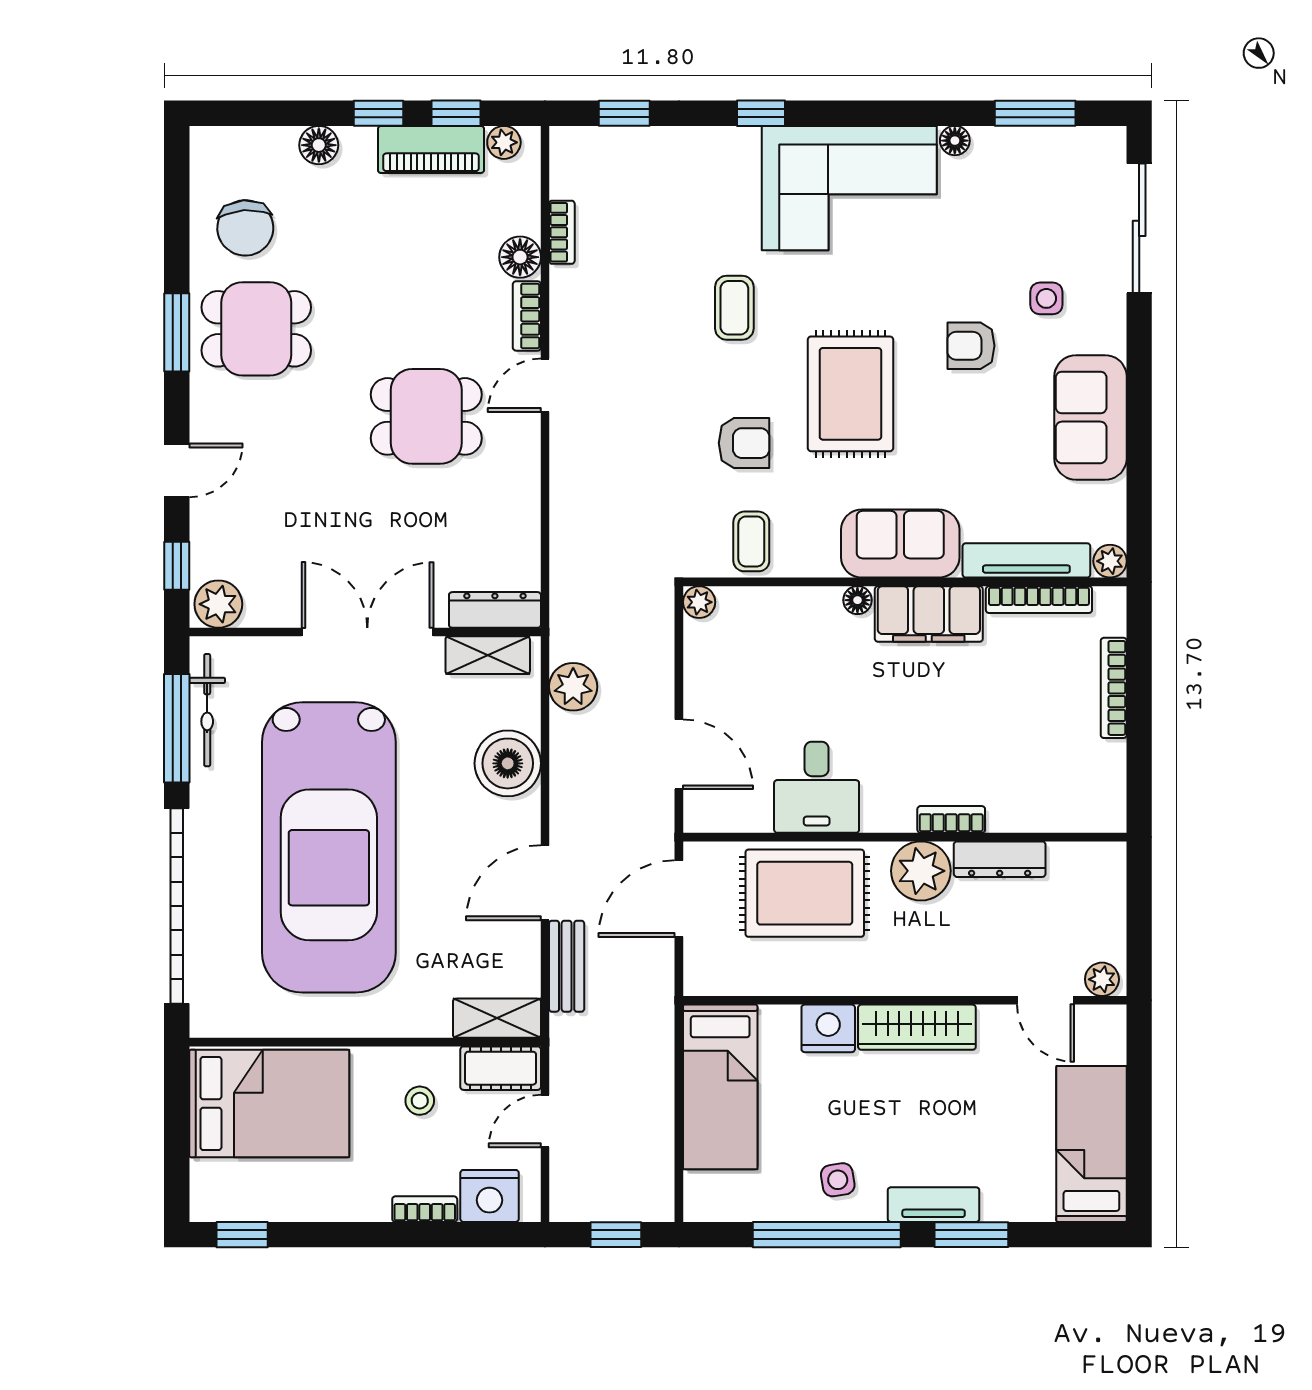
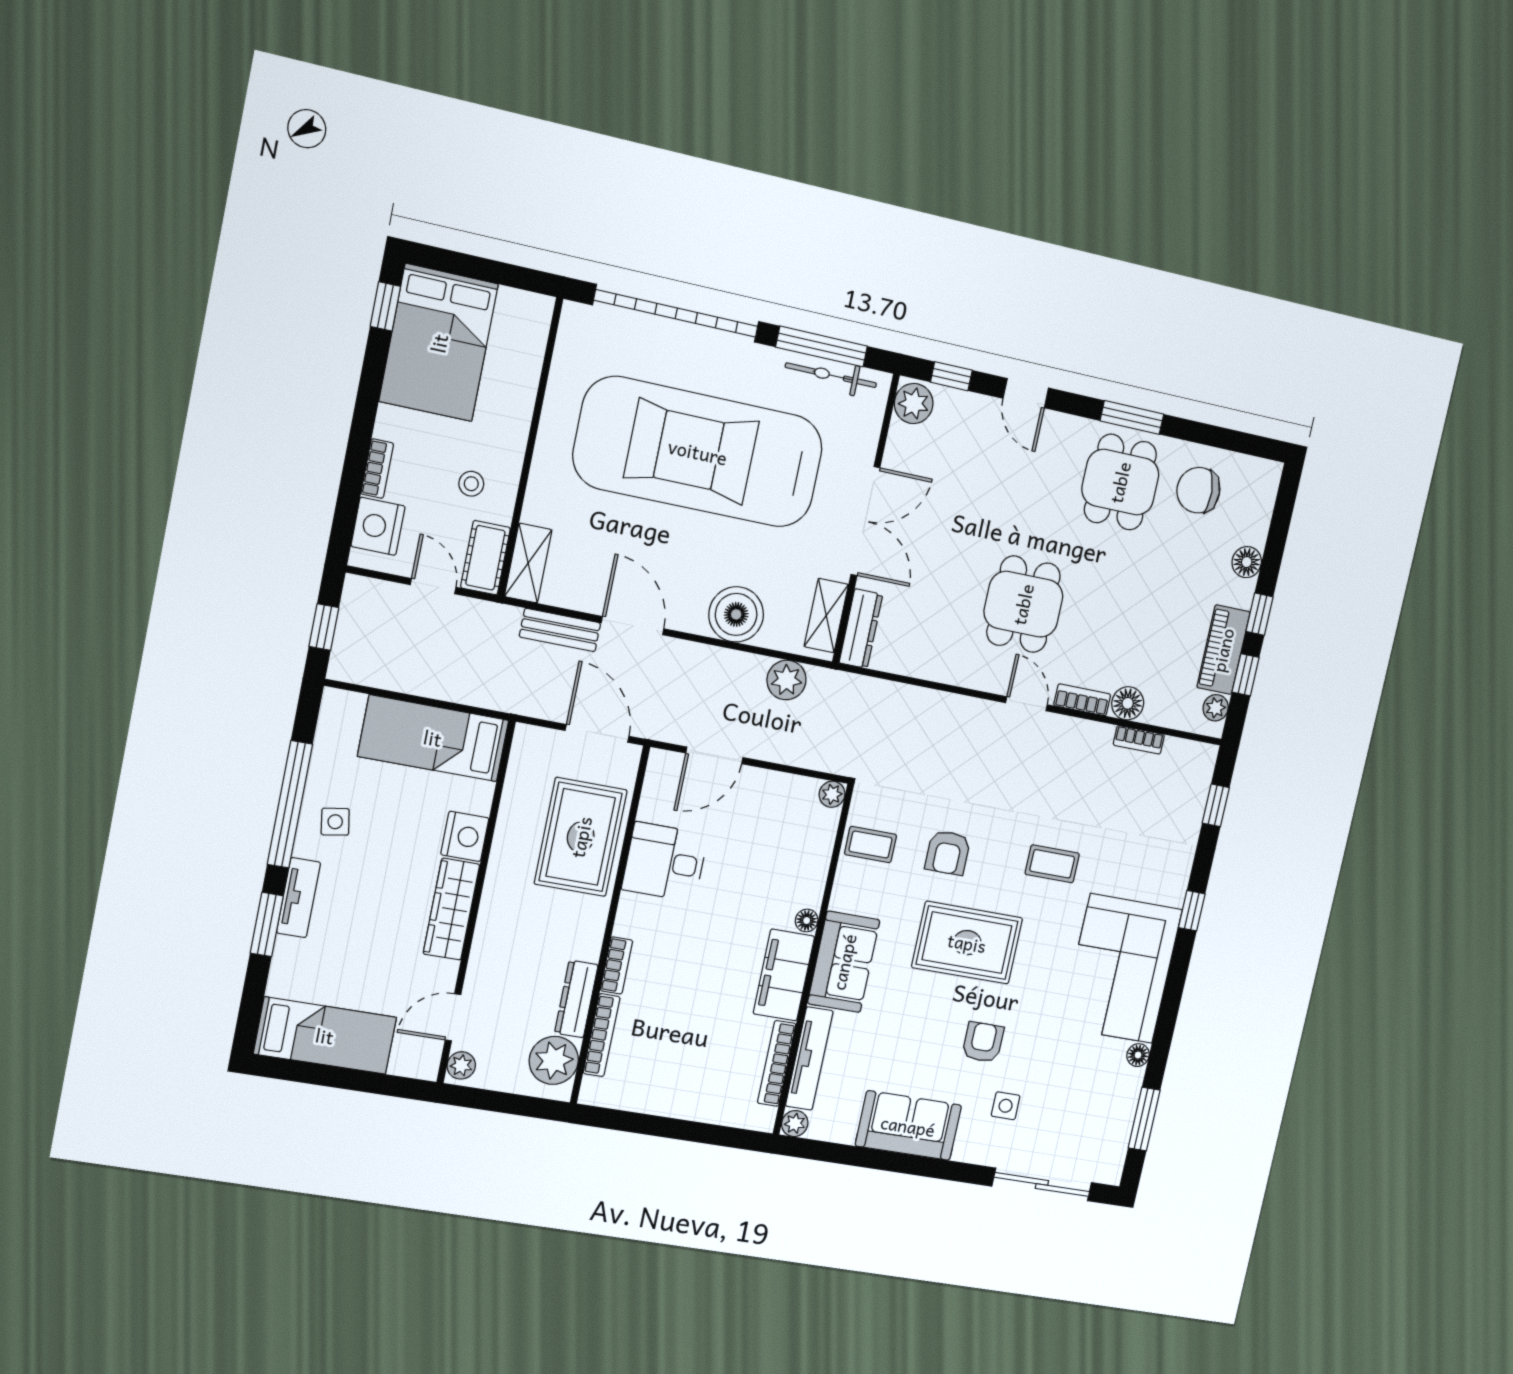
bookcase: (1114, 688) -> (602, 1035), moved, turned 90
plant: (921, 871) -> (554, 1060), moved
bed: (269, 1103) -> (439, 343), moved

